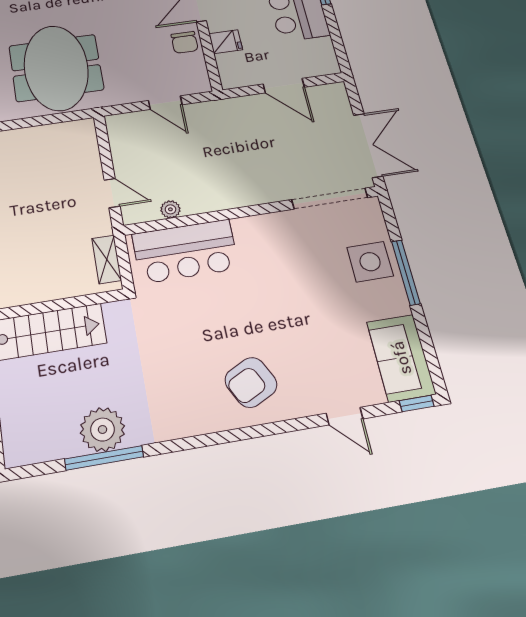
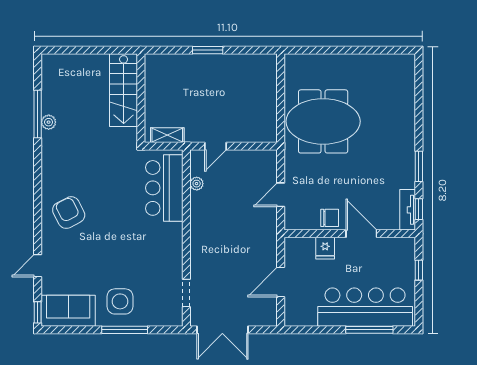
chair: (185, 42) -> (330, 218), turned 180
doorway: (330, 199) -> (186, 293), width x0.53
side table: (370, 262) -> (120, 301), moved
plant: (103, 429) -> (49, 122), width x0.53, depth x0.53

